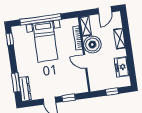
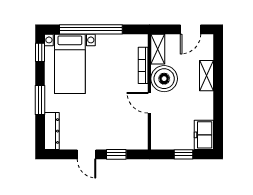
bed with nightstands: (45, 42) -> (70, 64), moved
freezer: (122, 67) -> (204, 135), moved
window: (16, 82) -> (40, 100), moved

